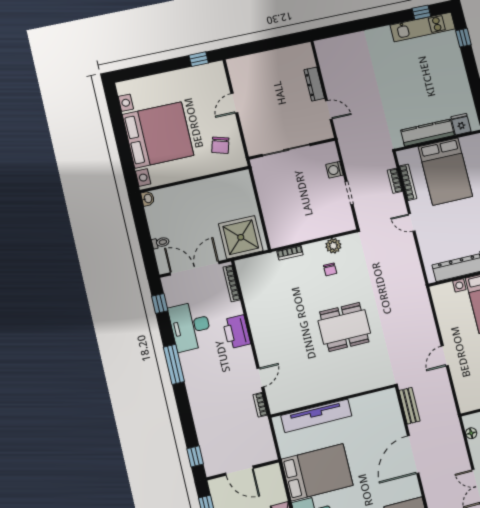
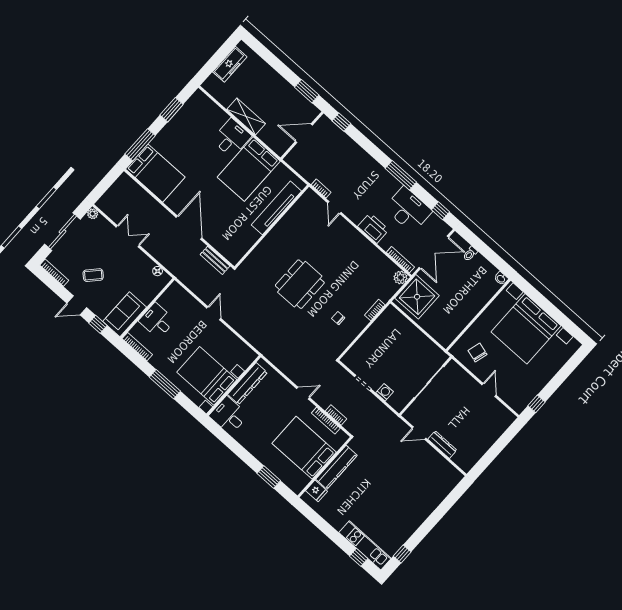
kitchen unit: (423, 27) -> (365, 545), moved, turned 90
plant: (333, 246) -> (400, 278), moved

